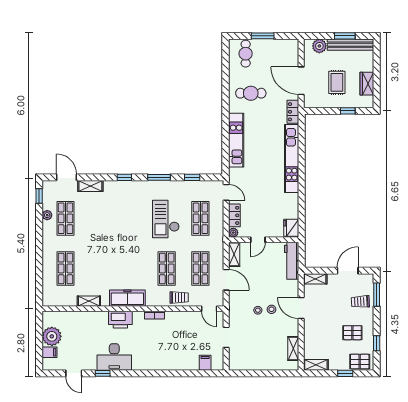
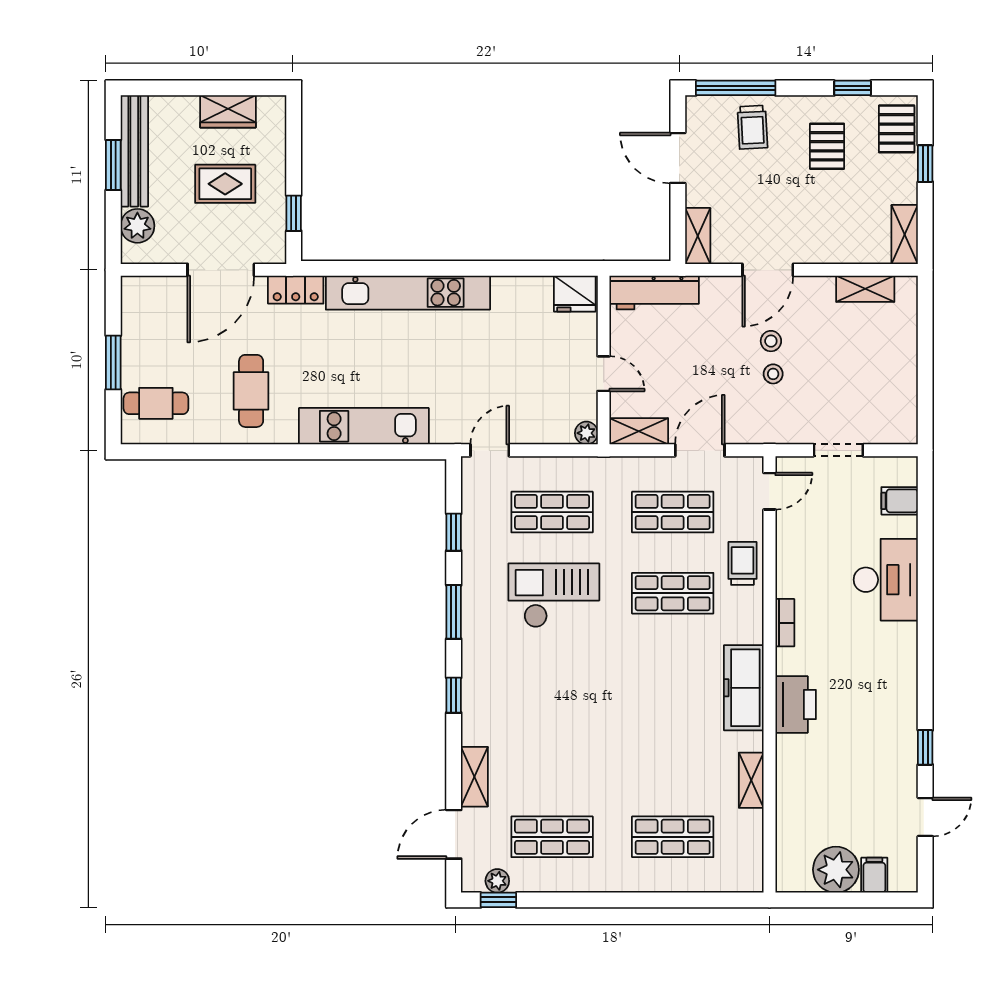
window: (348, 111) -> (294, 213), moved
plant: (47, 215) -> (497, 881), moved
locker: (234, 215) -> (545, 431), removed
checkout: (166, 219) -> (554, 595), turned 180
window: (377, 295) -> (736, 88), width x1.44
desk: (114, 357) -> (886, 580), moved

